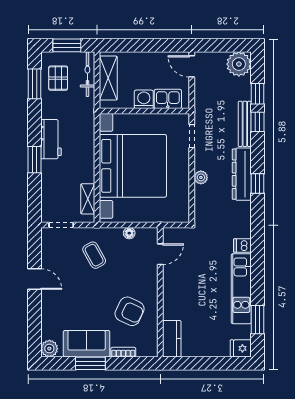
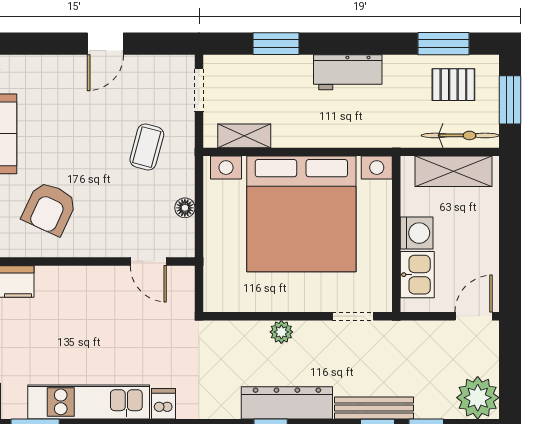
window: (34, 160) -> (276, 44), moved
coffee table: (94, 255) -> (147, 147), turned -46

